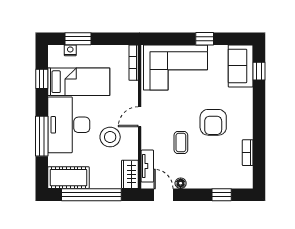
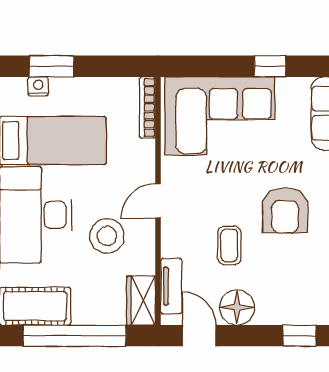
floor lamp: (181, 183) -> (237, 307), width x1.89, depth x1.89

